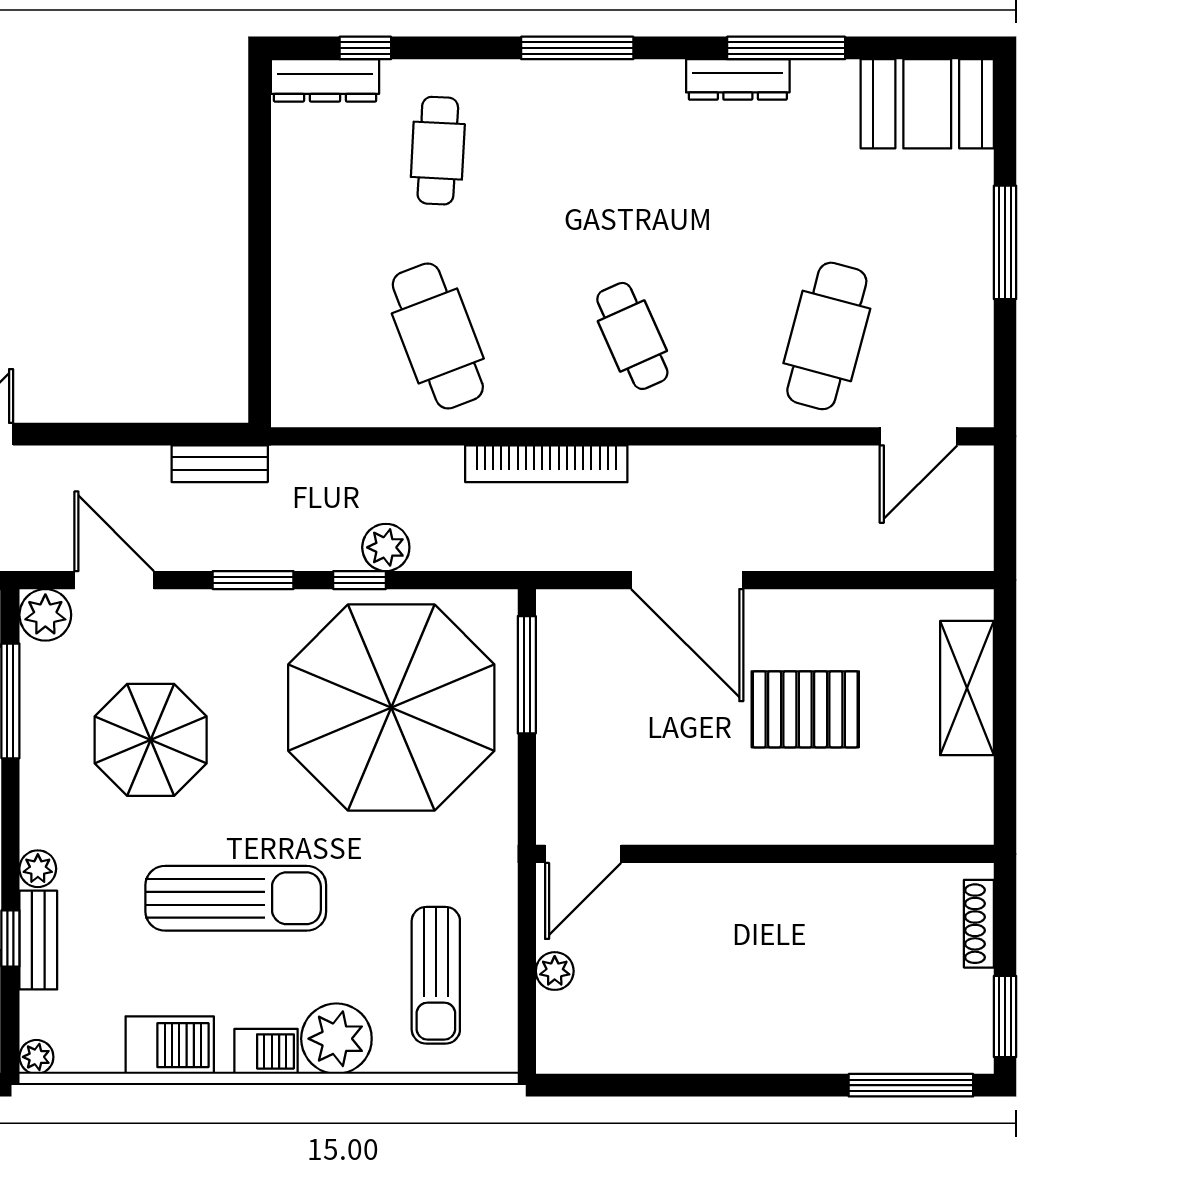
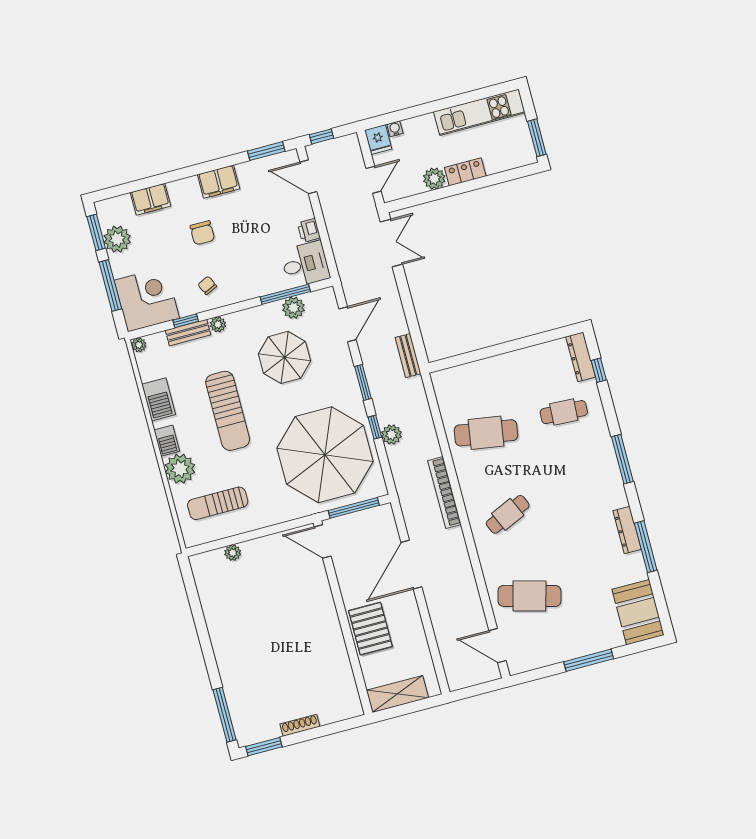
cafe table: (438, 336) -> (486, 433), turned 30
plant: (45, 615) -> (293, 308), moved
door: (583, 854) -> (323, 541), moved
wall: (765, 854) -> (343, 618), moved

